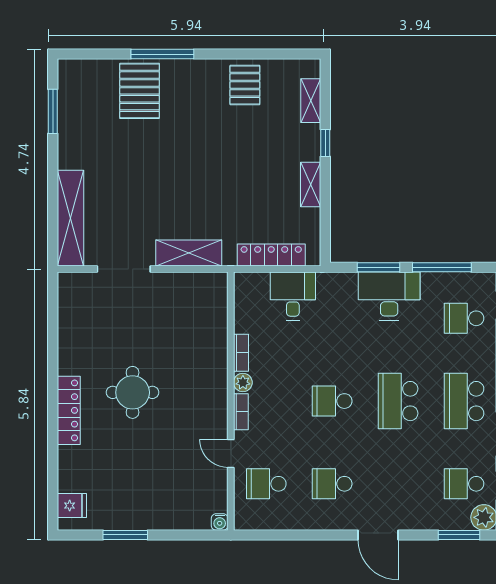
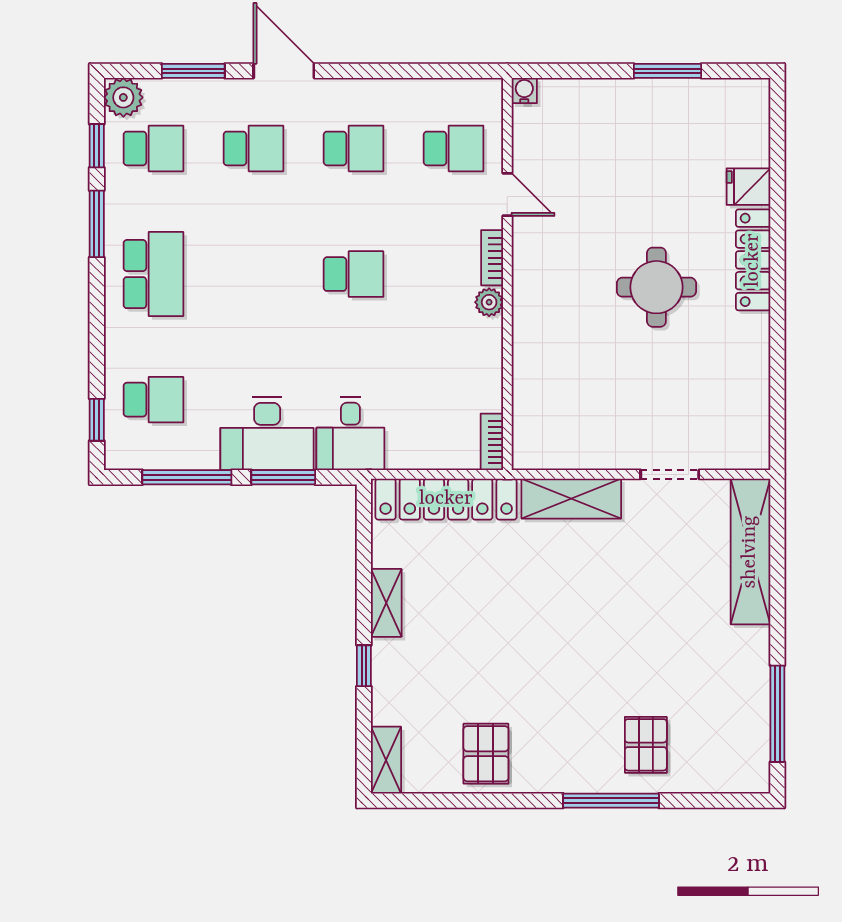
pallet: (140, 91) -> (646, 745), width x0.67, depth x0.71
shelving: (311, 101) -> (386, 760), moved
window: (53, 111) -> (777, 714), width x1.44
locker: (271, 255) -> (446, 499), width x1.41, depth x1.21
doorway: (124, 269) -> (670, 474), width x0.73
desk: (293, 296) -> (350, 434), moved
bookcase: (241, 353) -> (492, 442), moved
school desk: (398, 401) -> (253, 148), moved, width x0.54
fridge: (72, 506) -> (748, 187), moved
window: (459, 535) -> (193, 71), moved

